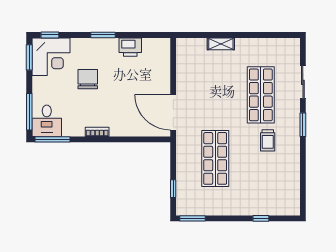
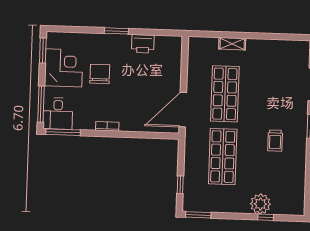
window: (50, 35) -> (64, 29), removed
corner desk: (51, 57) -> (64, 68), moved, turned -90
shop shelf: (261, 95) -> (225, 94), moved
door: (173, 112) -> (183, 110), hinge flipped
plant: (255, 205) -> (260, 204), added

